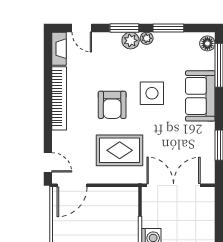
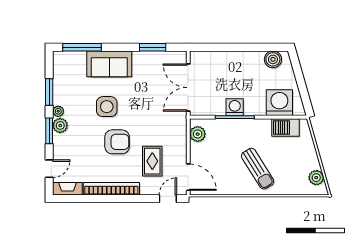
floor lamp: (207, 43) -> (63, 58), removed
rug: (120, 150) -> (152, 161), moved, width x0.73, depth x0.70
plant: (121, 196) -> (198, 134), added

